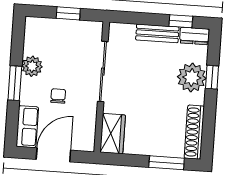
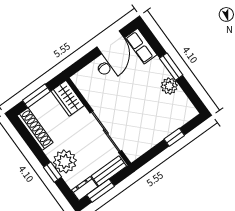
window: (181, 21) -> (101, 191), width x1.50
sliding door: (103, 72) -> (106, 132), moved
wall: (102, 87) -> (98, 122), moved
chair: (58, 96) -> (104, 69), moved
wardrobe: (113, 134) -> (68, 98), moved

